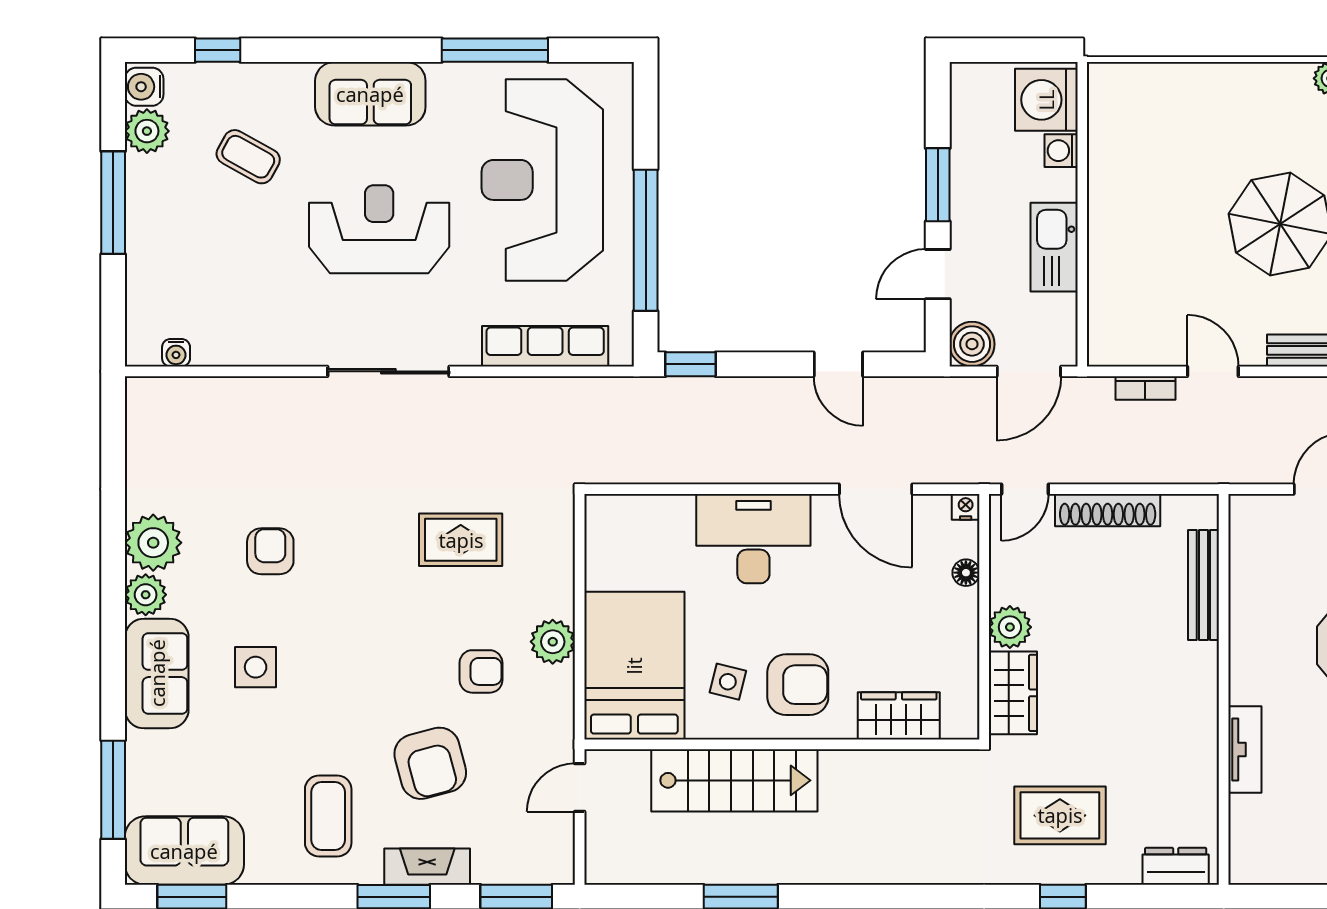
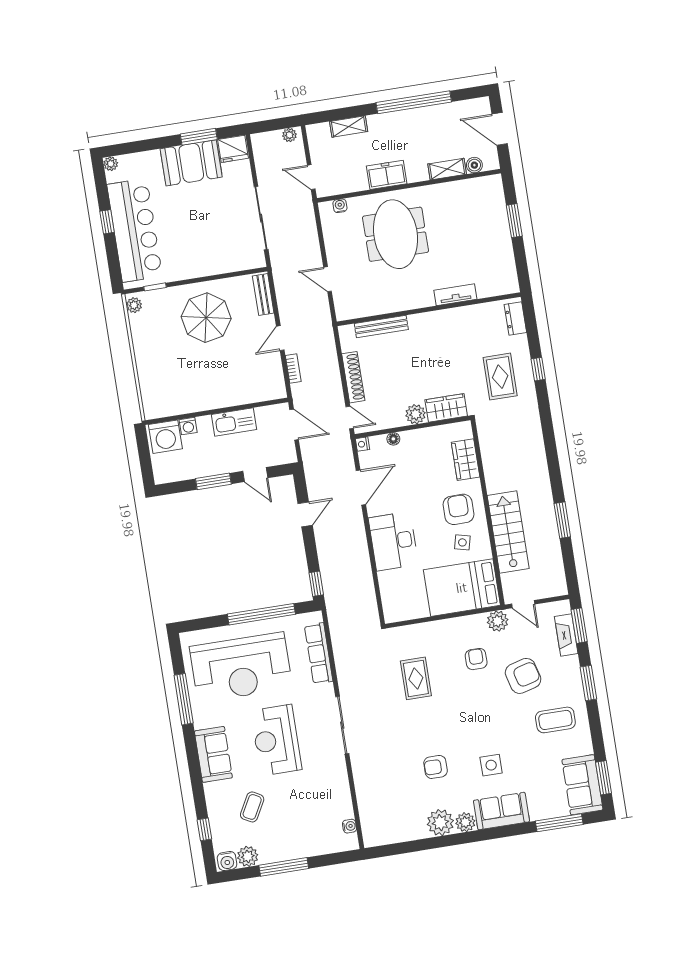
boiler: (972, 344) -> (286, 453), removed
plant: (553, 642) -> (498, 621), moved
fireplace: (427, 867) -> (566, 635), moved

